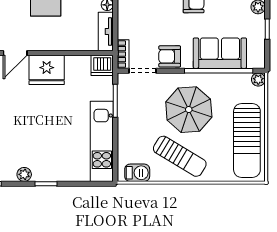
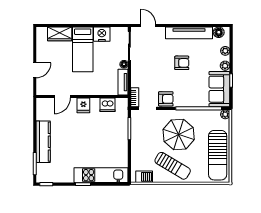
sofa: (220, 53) -> (219, 89), moved, turned -90
armchair: (170, 56) -> (166, 99), turned 180
dishwasher: (102, 65) -> (107, 105), moved
fridge: (47, 70) -> (83, 105), width x0.53, depth x0.75
kitchen unit: (102, 141) -> (101, 175), moved, turned 90
plant: (24, 174) -> (68, 178), removed

